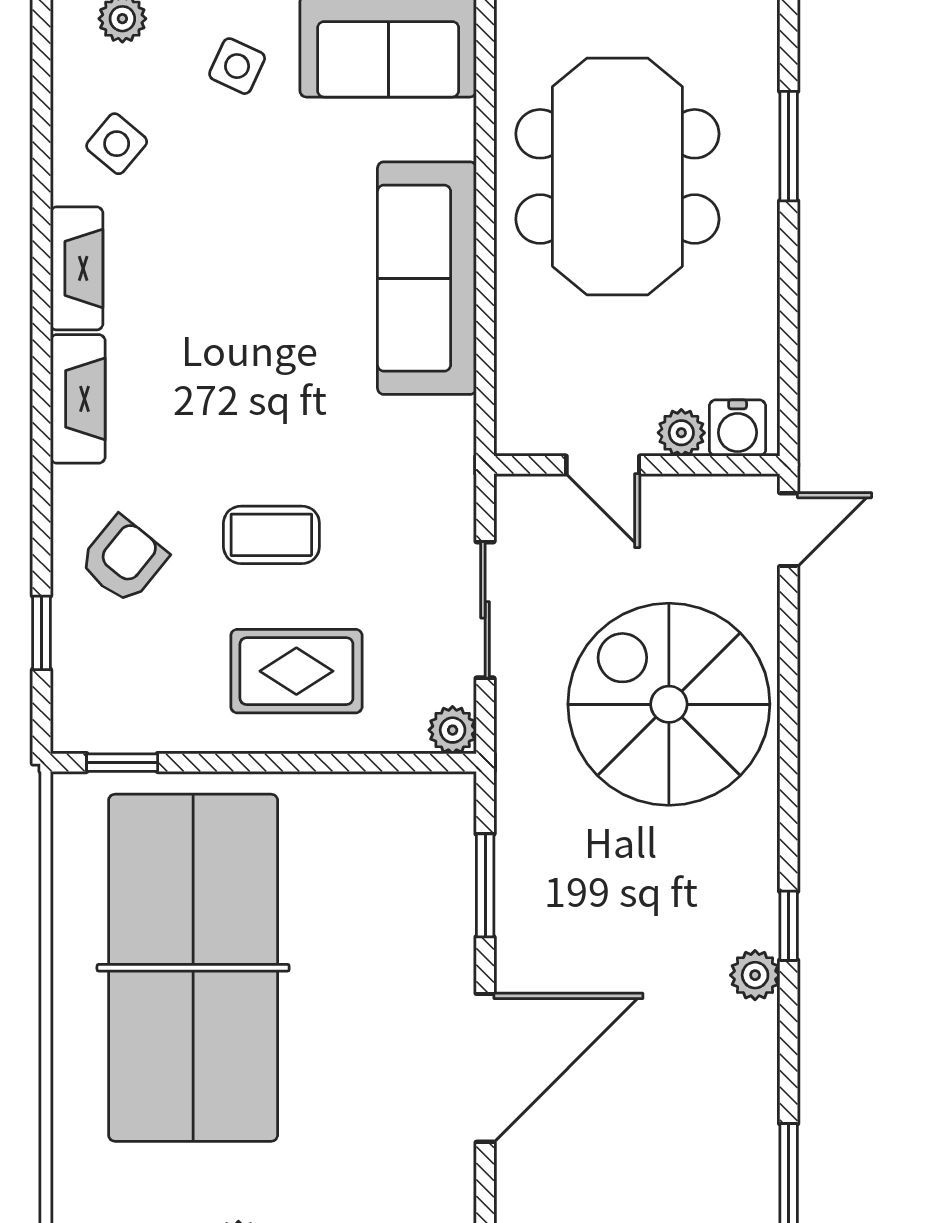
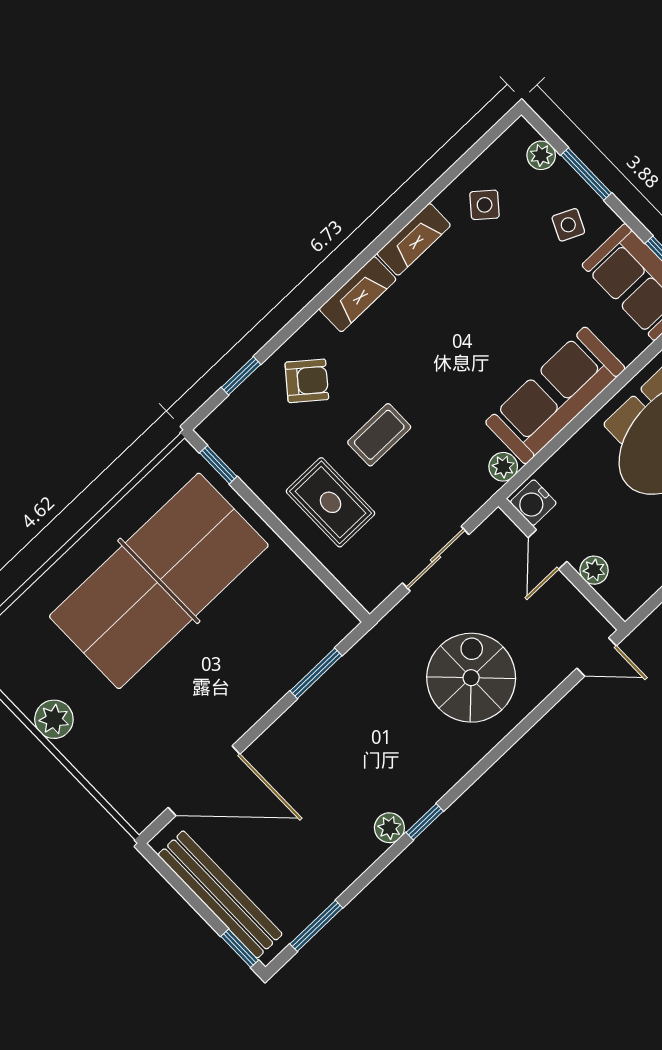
water cooler: (738, 428) -> (533, 503), moved
coffee table: (271, 535) -> (379, 435), turned 90
spiral stairs: (669, 704) -> (471, 678), width x0.73, depth x0.73
plant: (453, 730) -> (503, 467), moved
door: (485, 1068) -> (204, 781), moved

